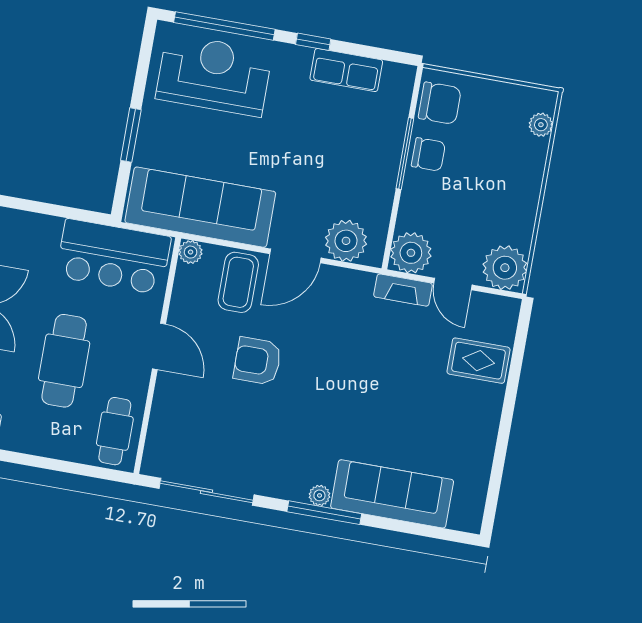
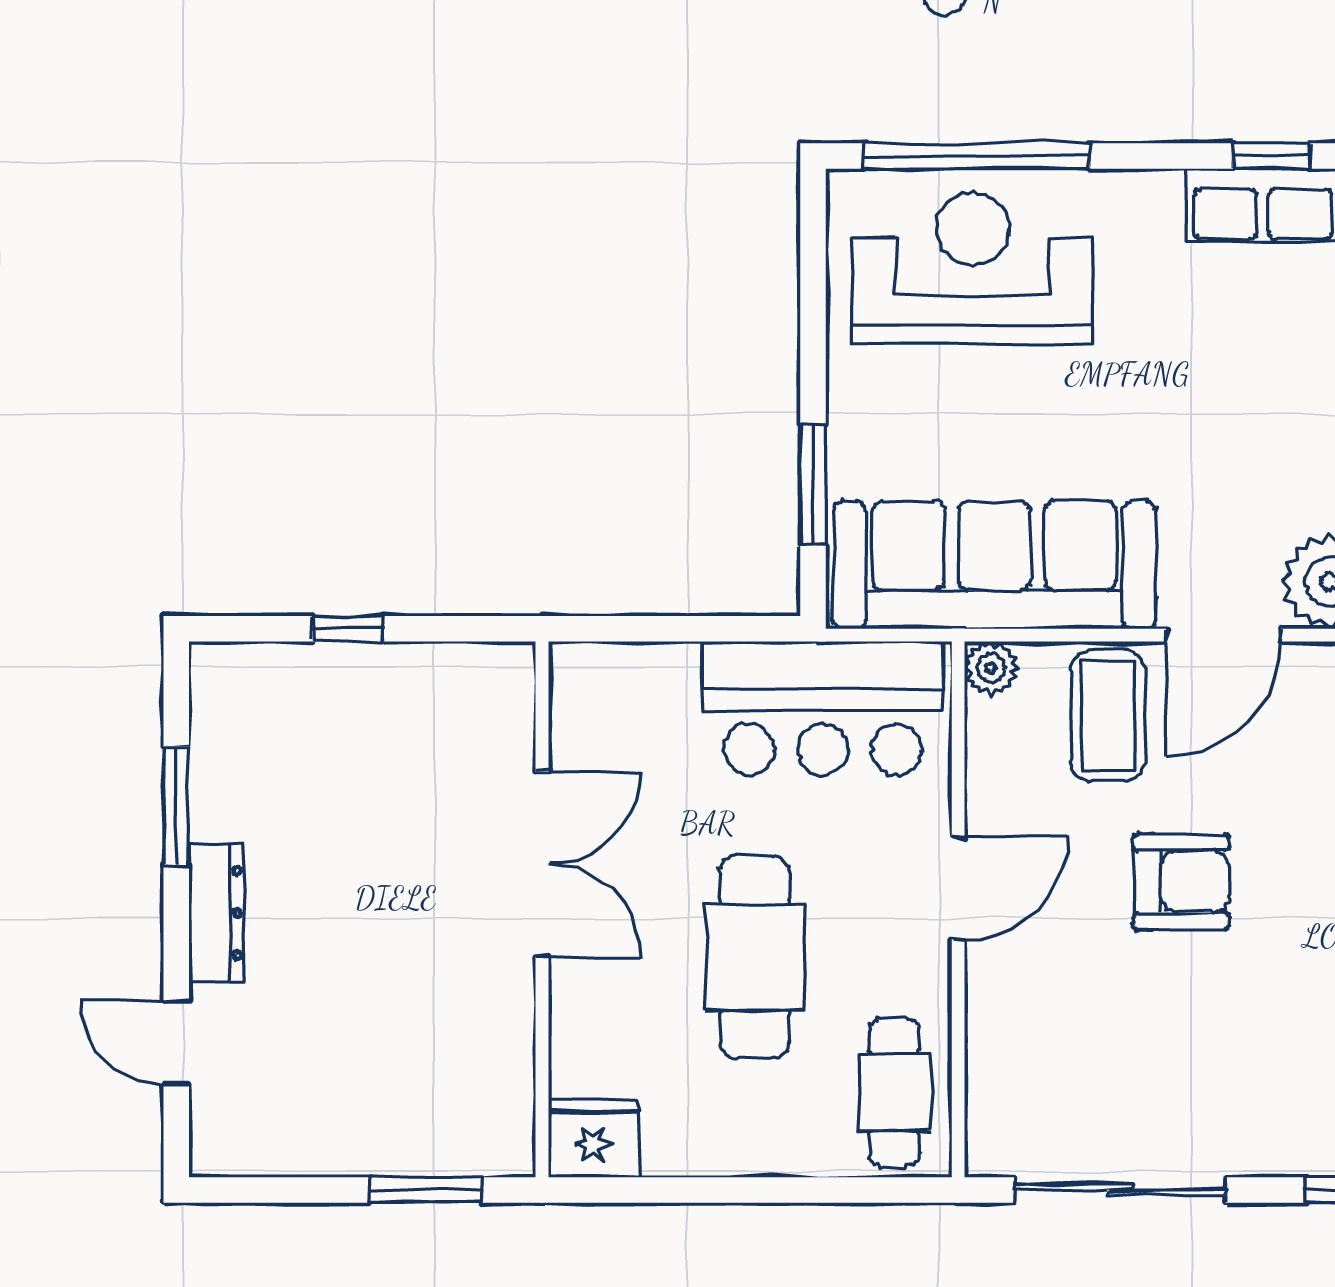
window: (313, 42) -> (1271, 156), moved
window: (131, 135) -> (813, 485), moved
door: (159, 346) -> (958, 888), hinge flipped
armchair: (257, 361) -> (1181, 882), turned 180

